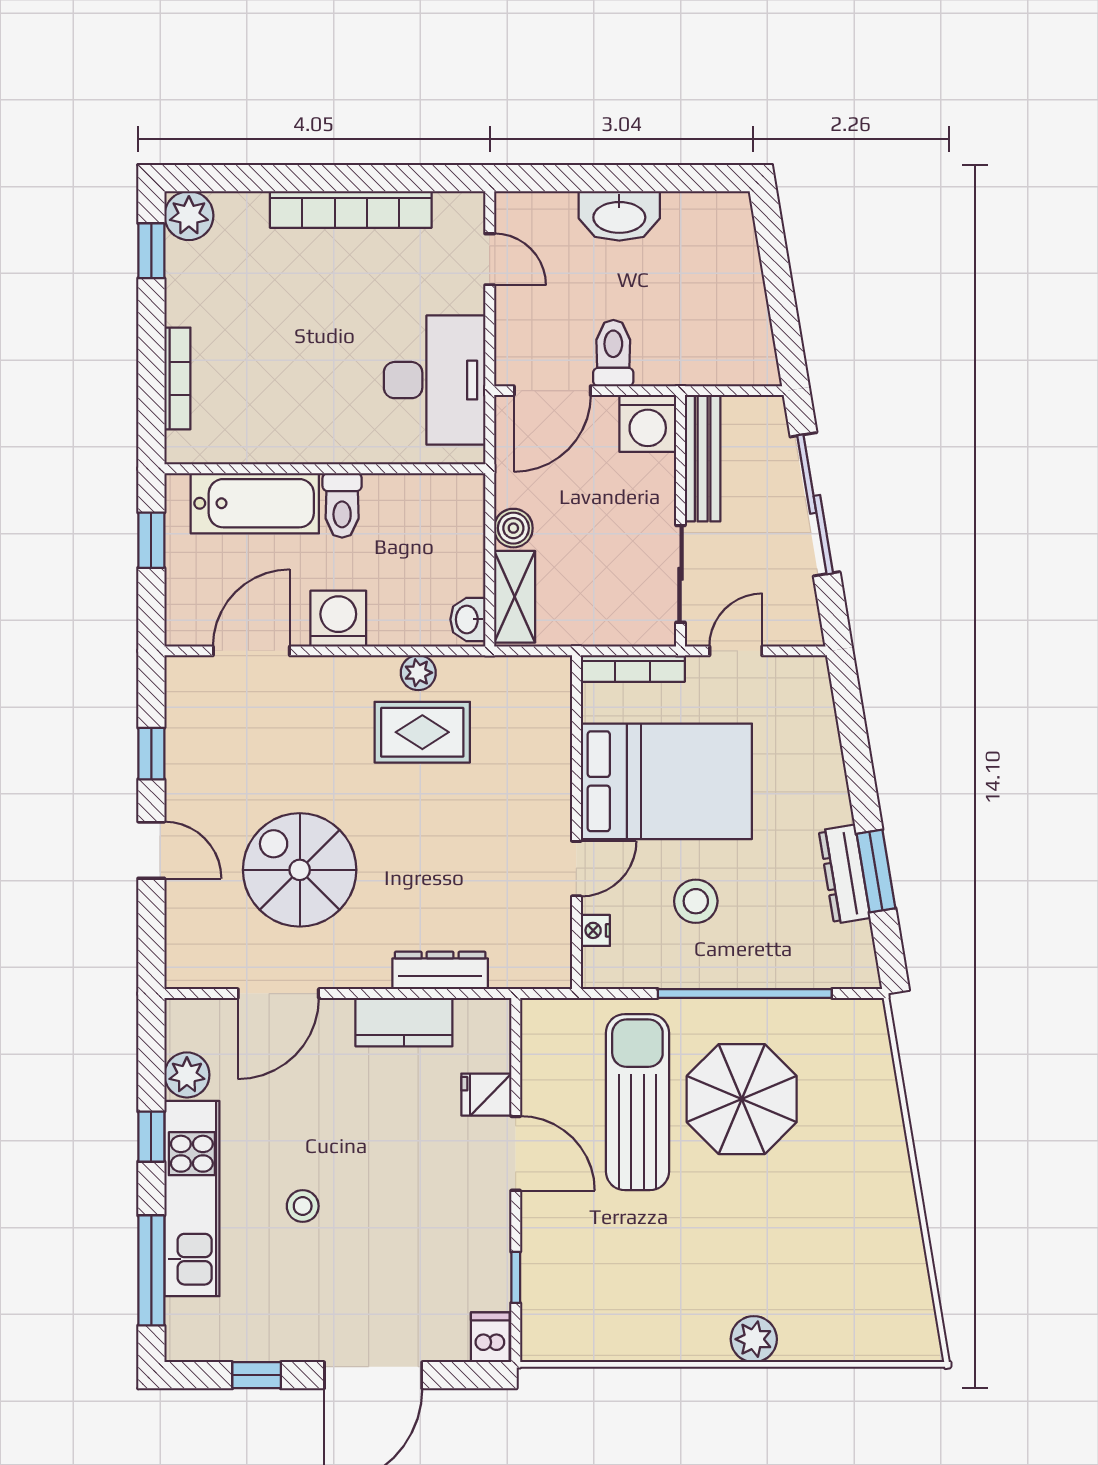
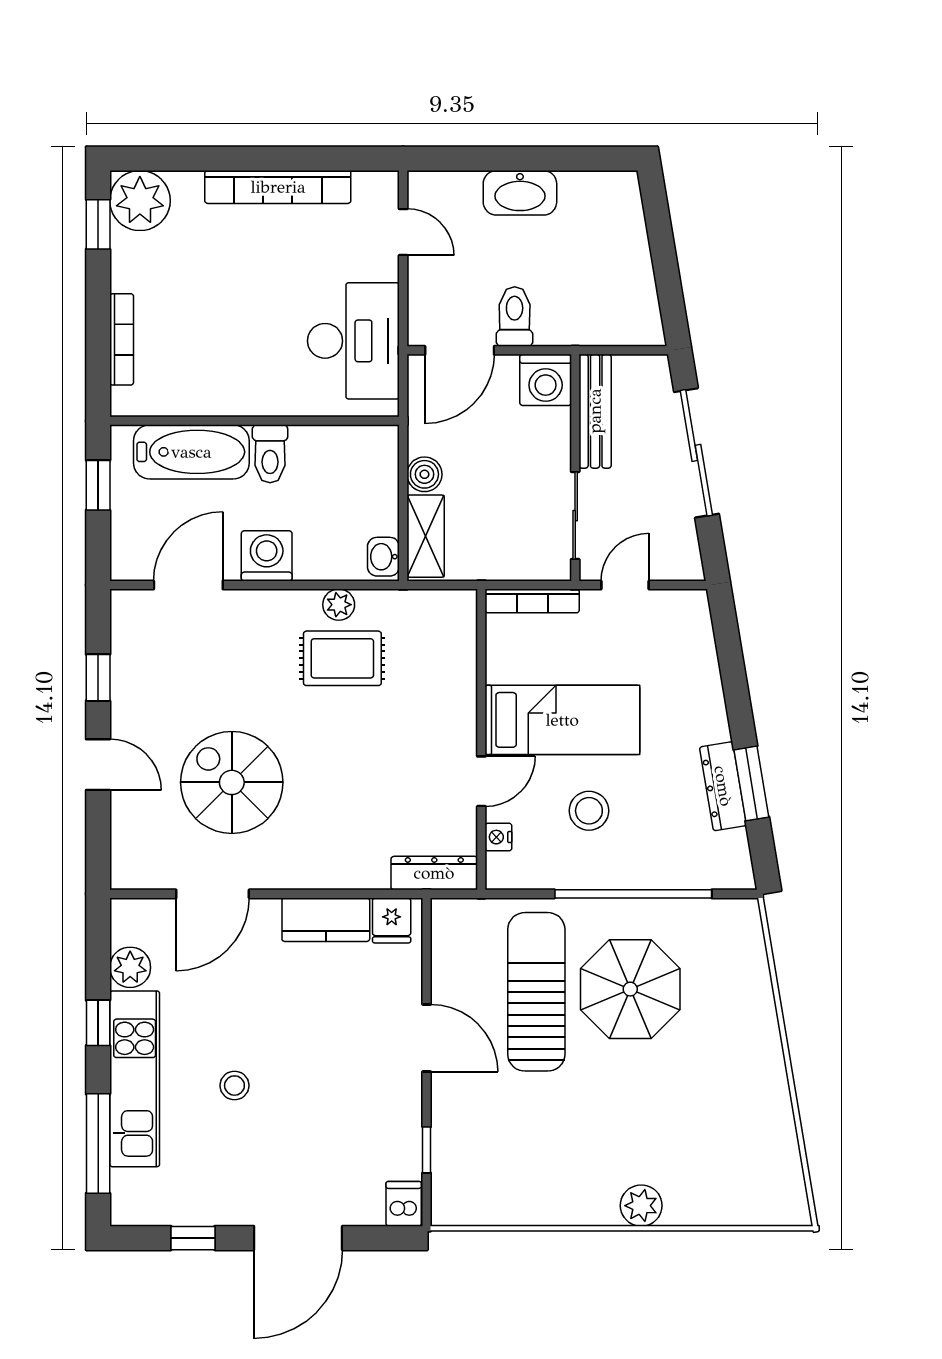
plant: (189, 216) -> (140, 201), width x1.36, depth x1.36
bed: (666, 781) -> (562, 720), width x0.67
dresser: (440, 970) -> (434, 873), moved
fridge: (486, 1095) -> (392, 920), moved, turned -90

